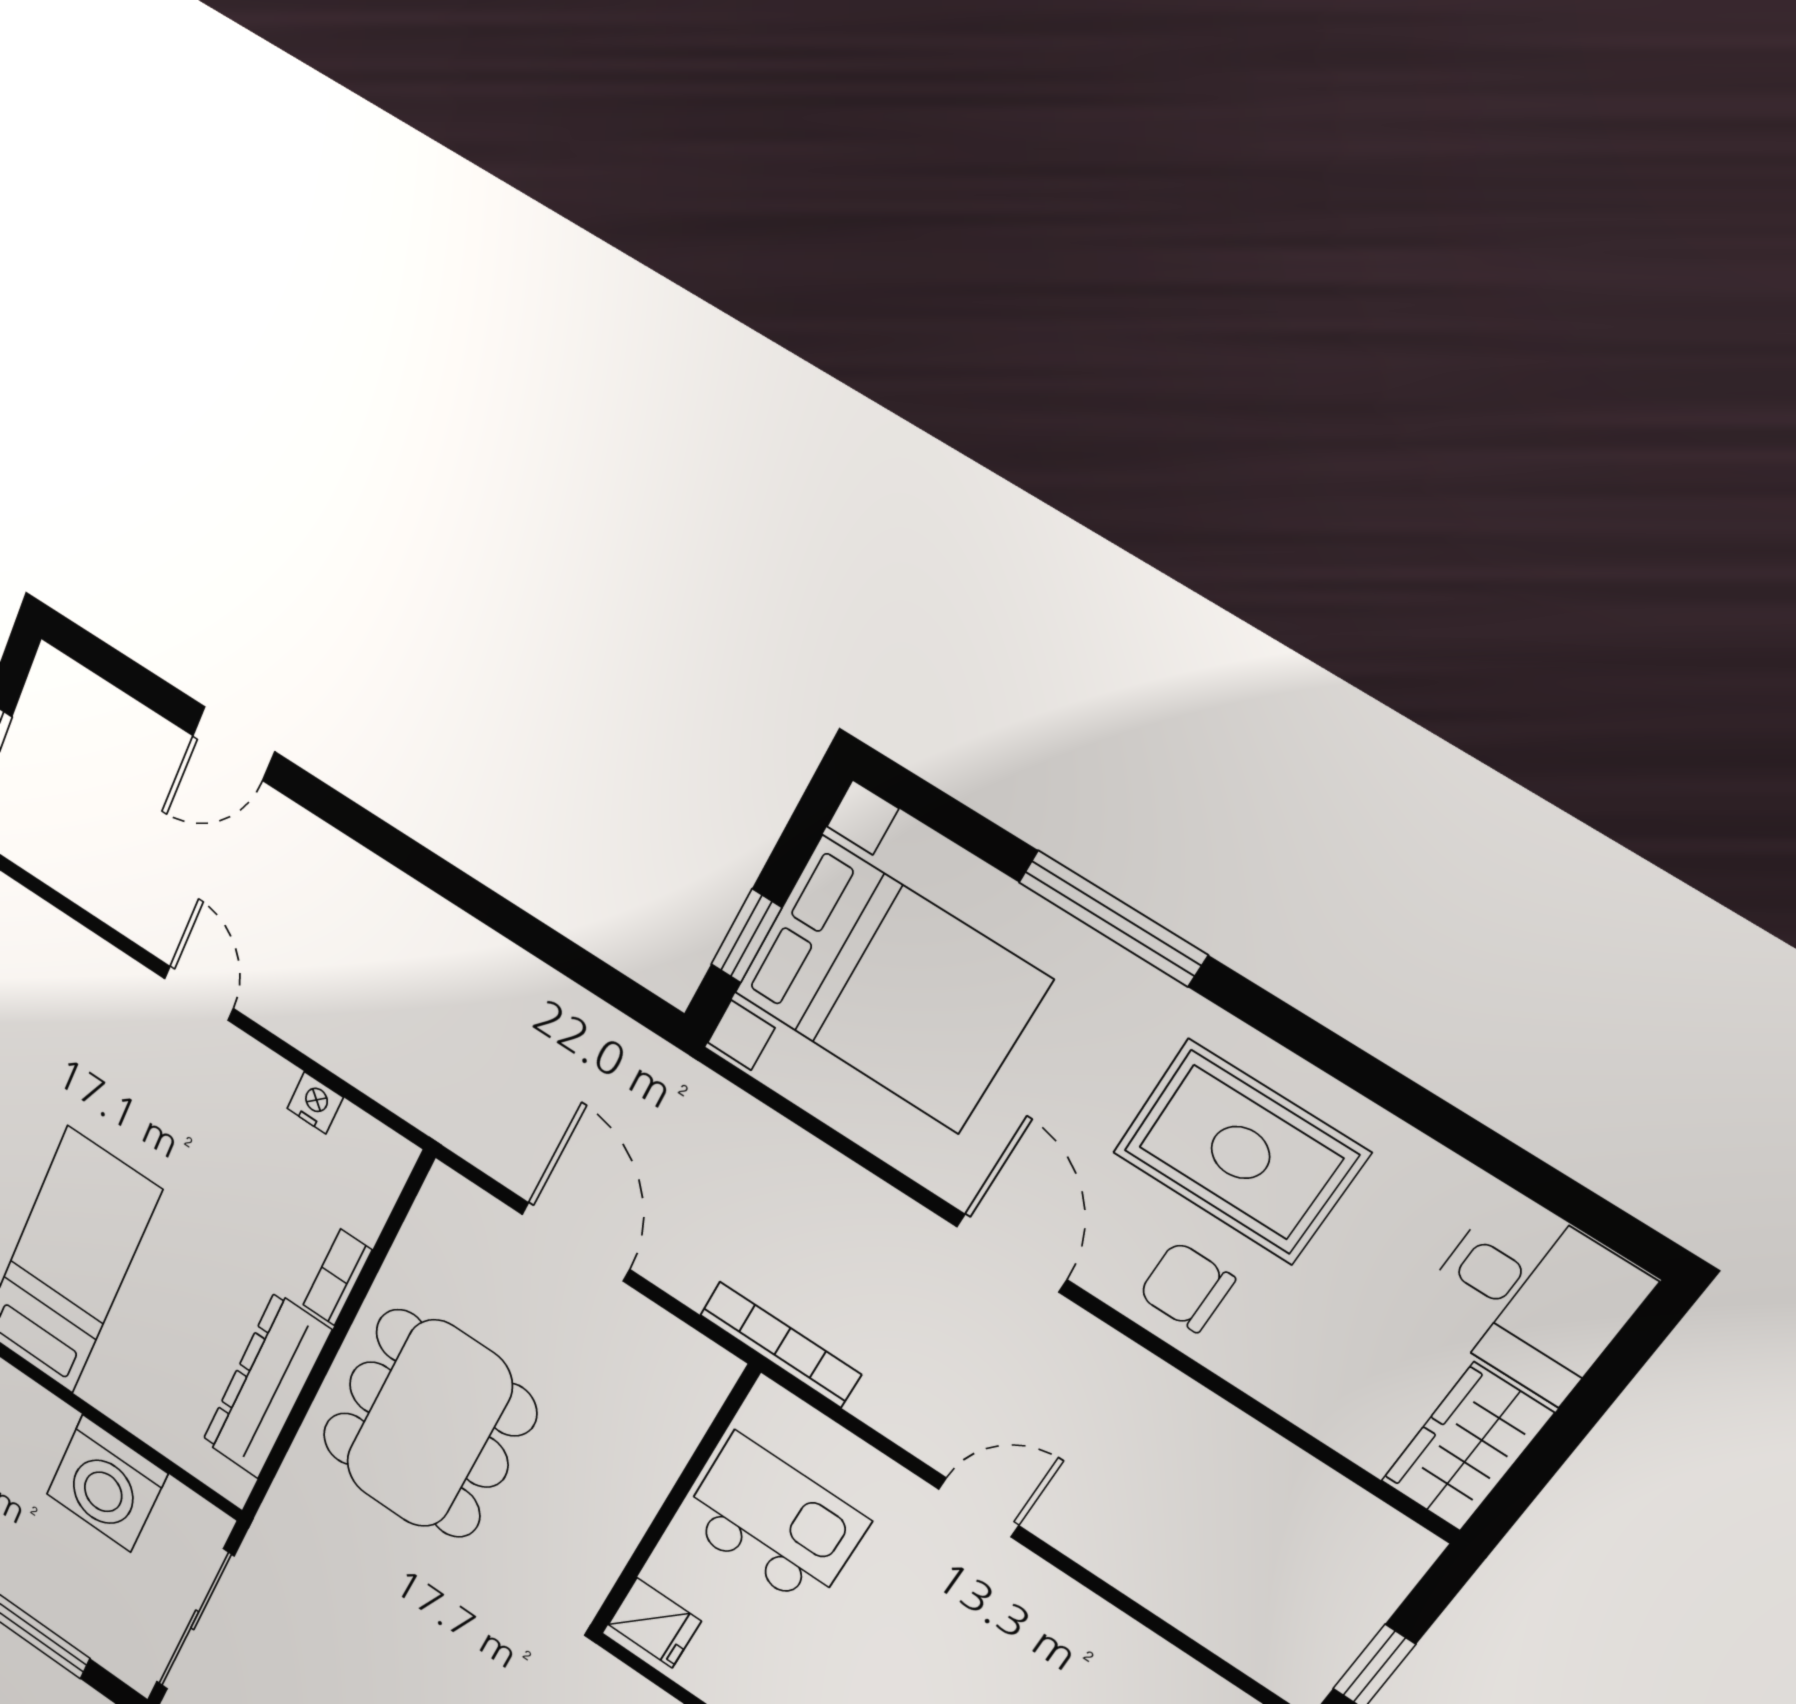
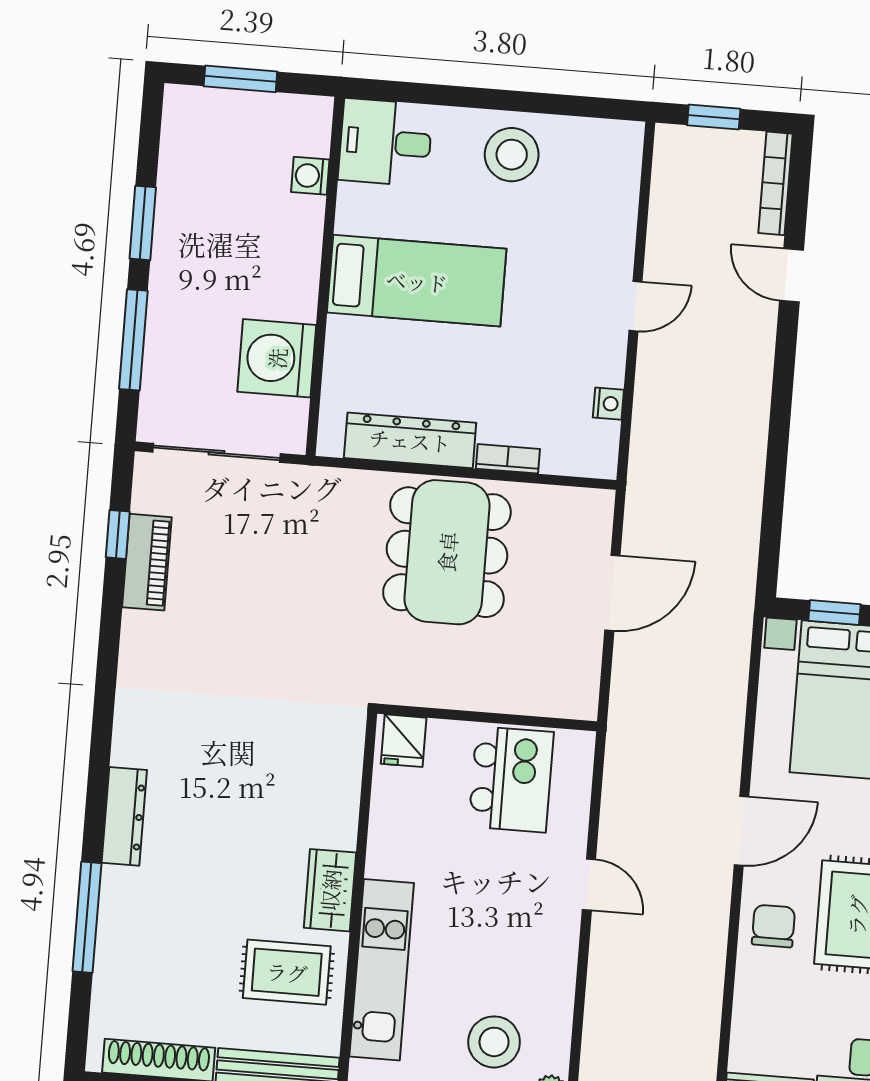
bookcase: (780, 1345) -> (776, 183), moved, turned 180
dining table: (428, 1425) -> (447, 552), turned 90

